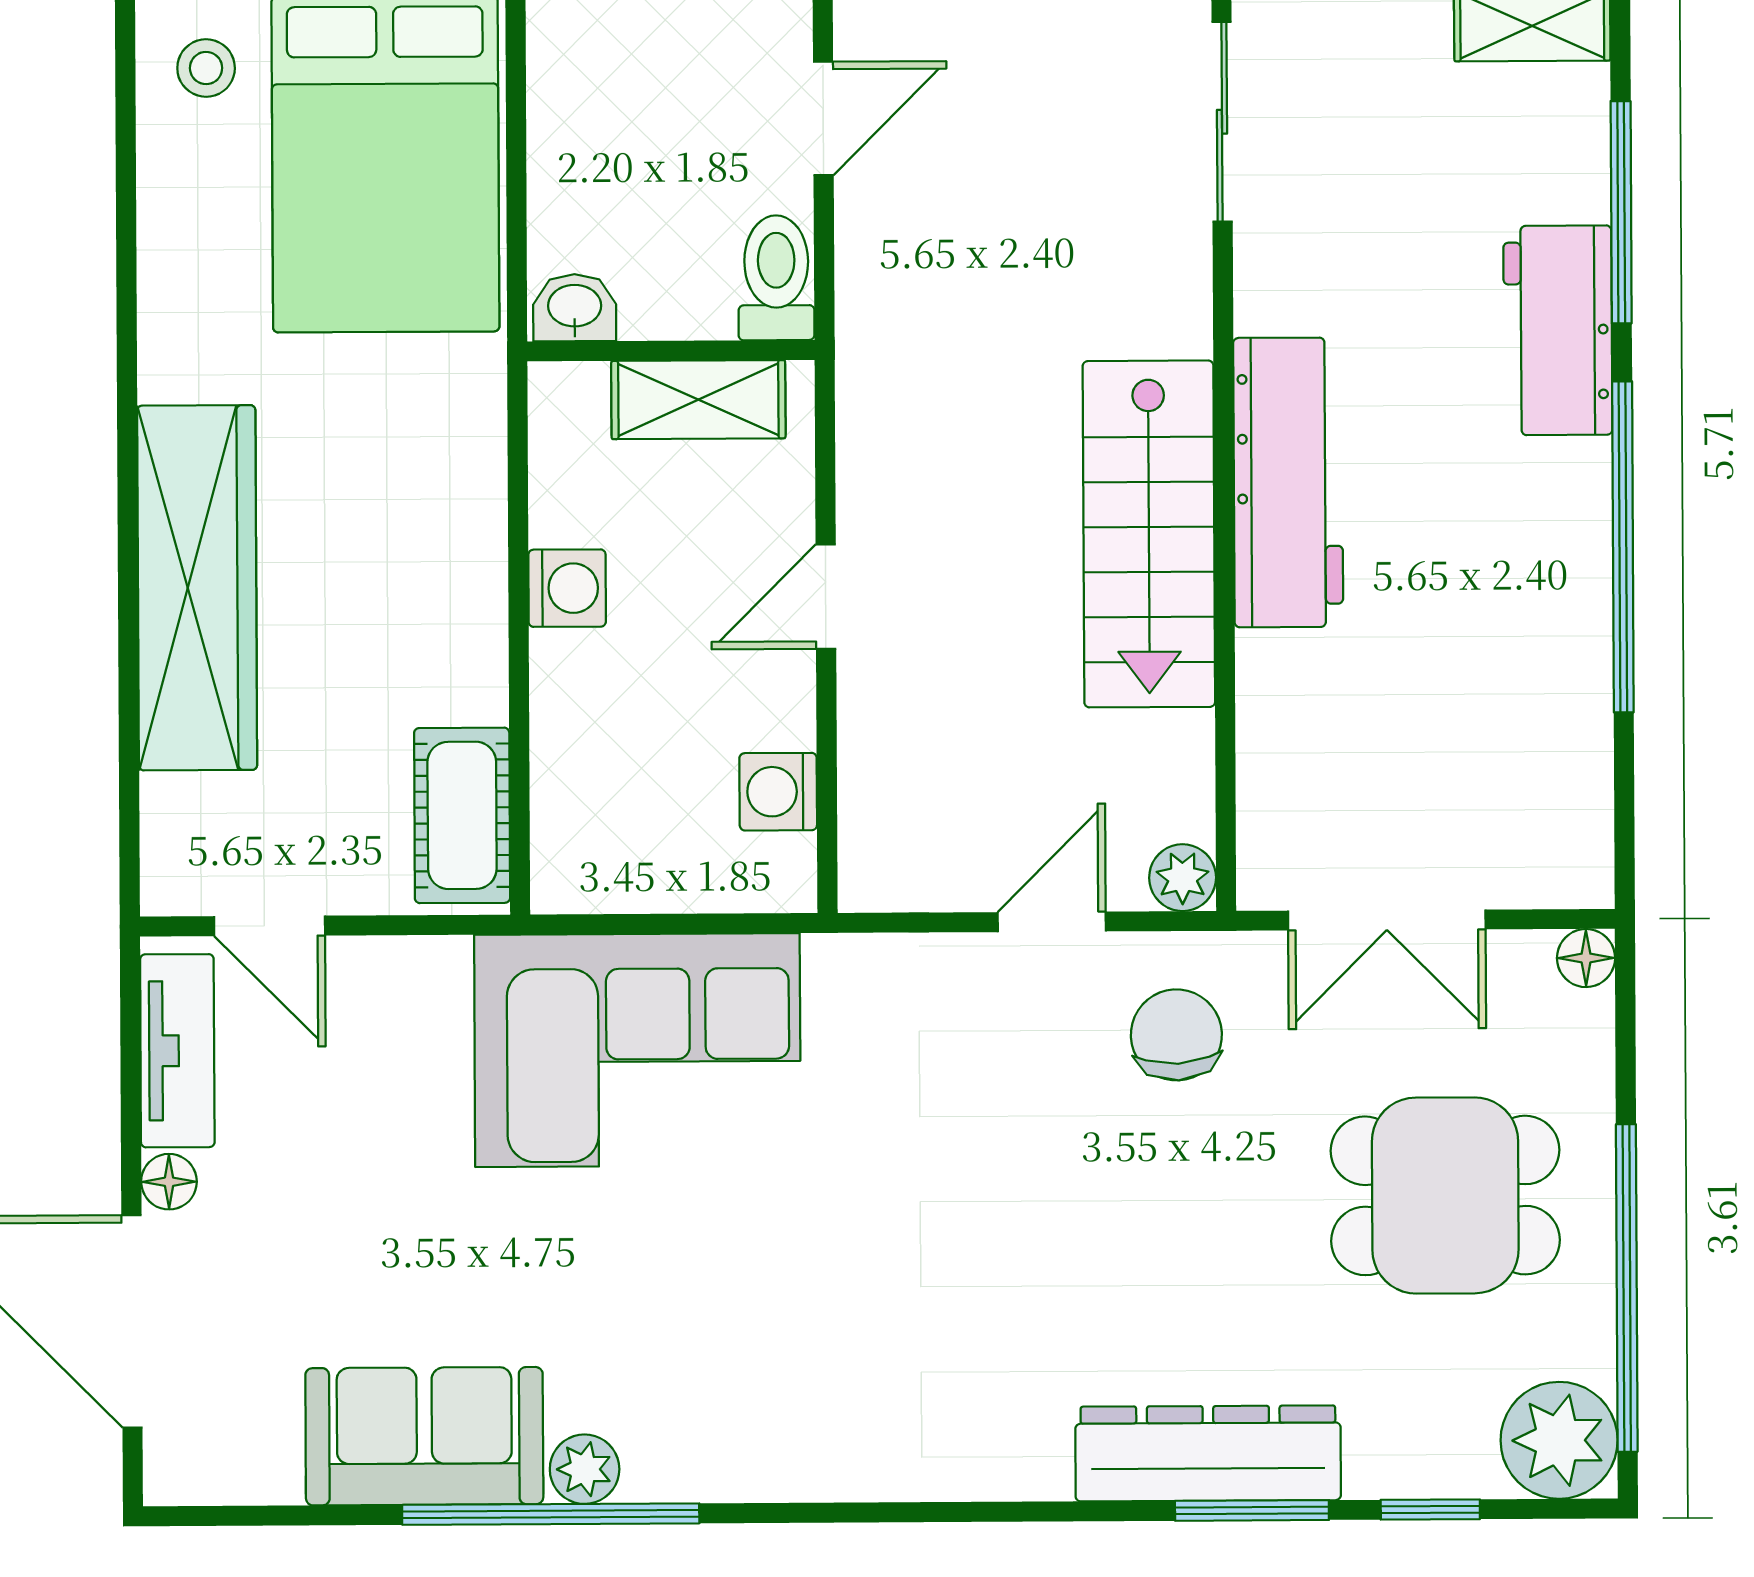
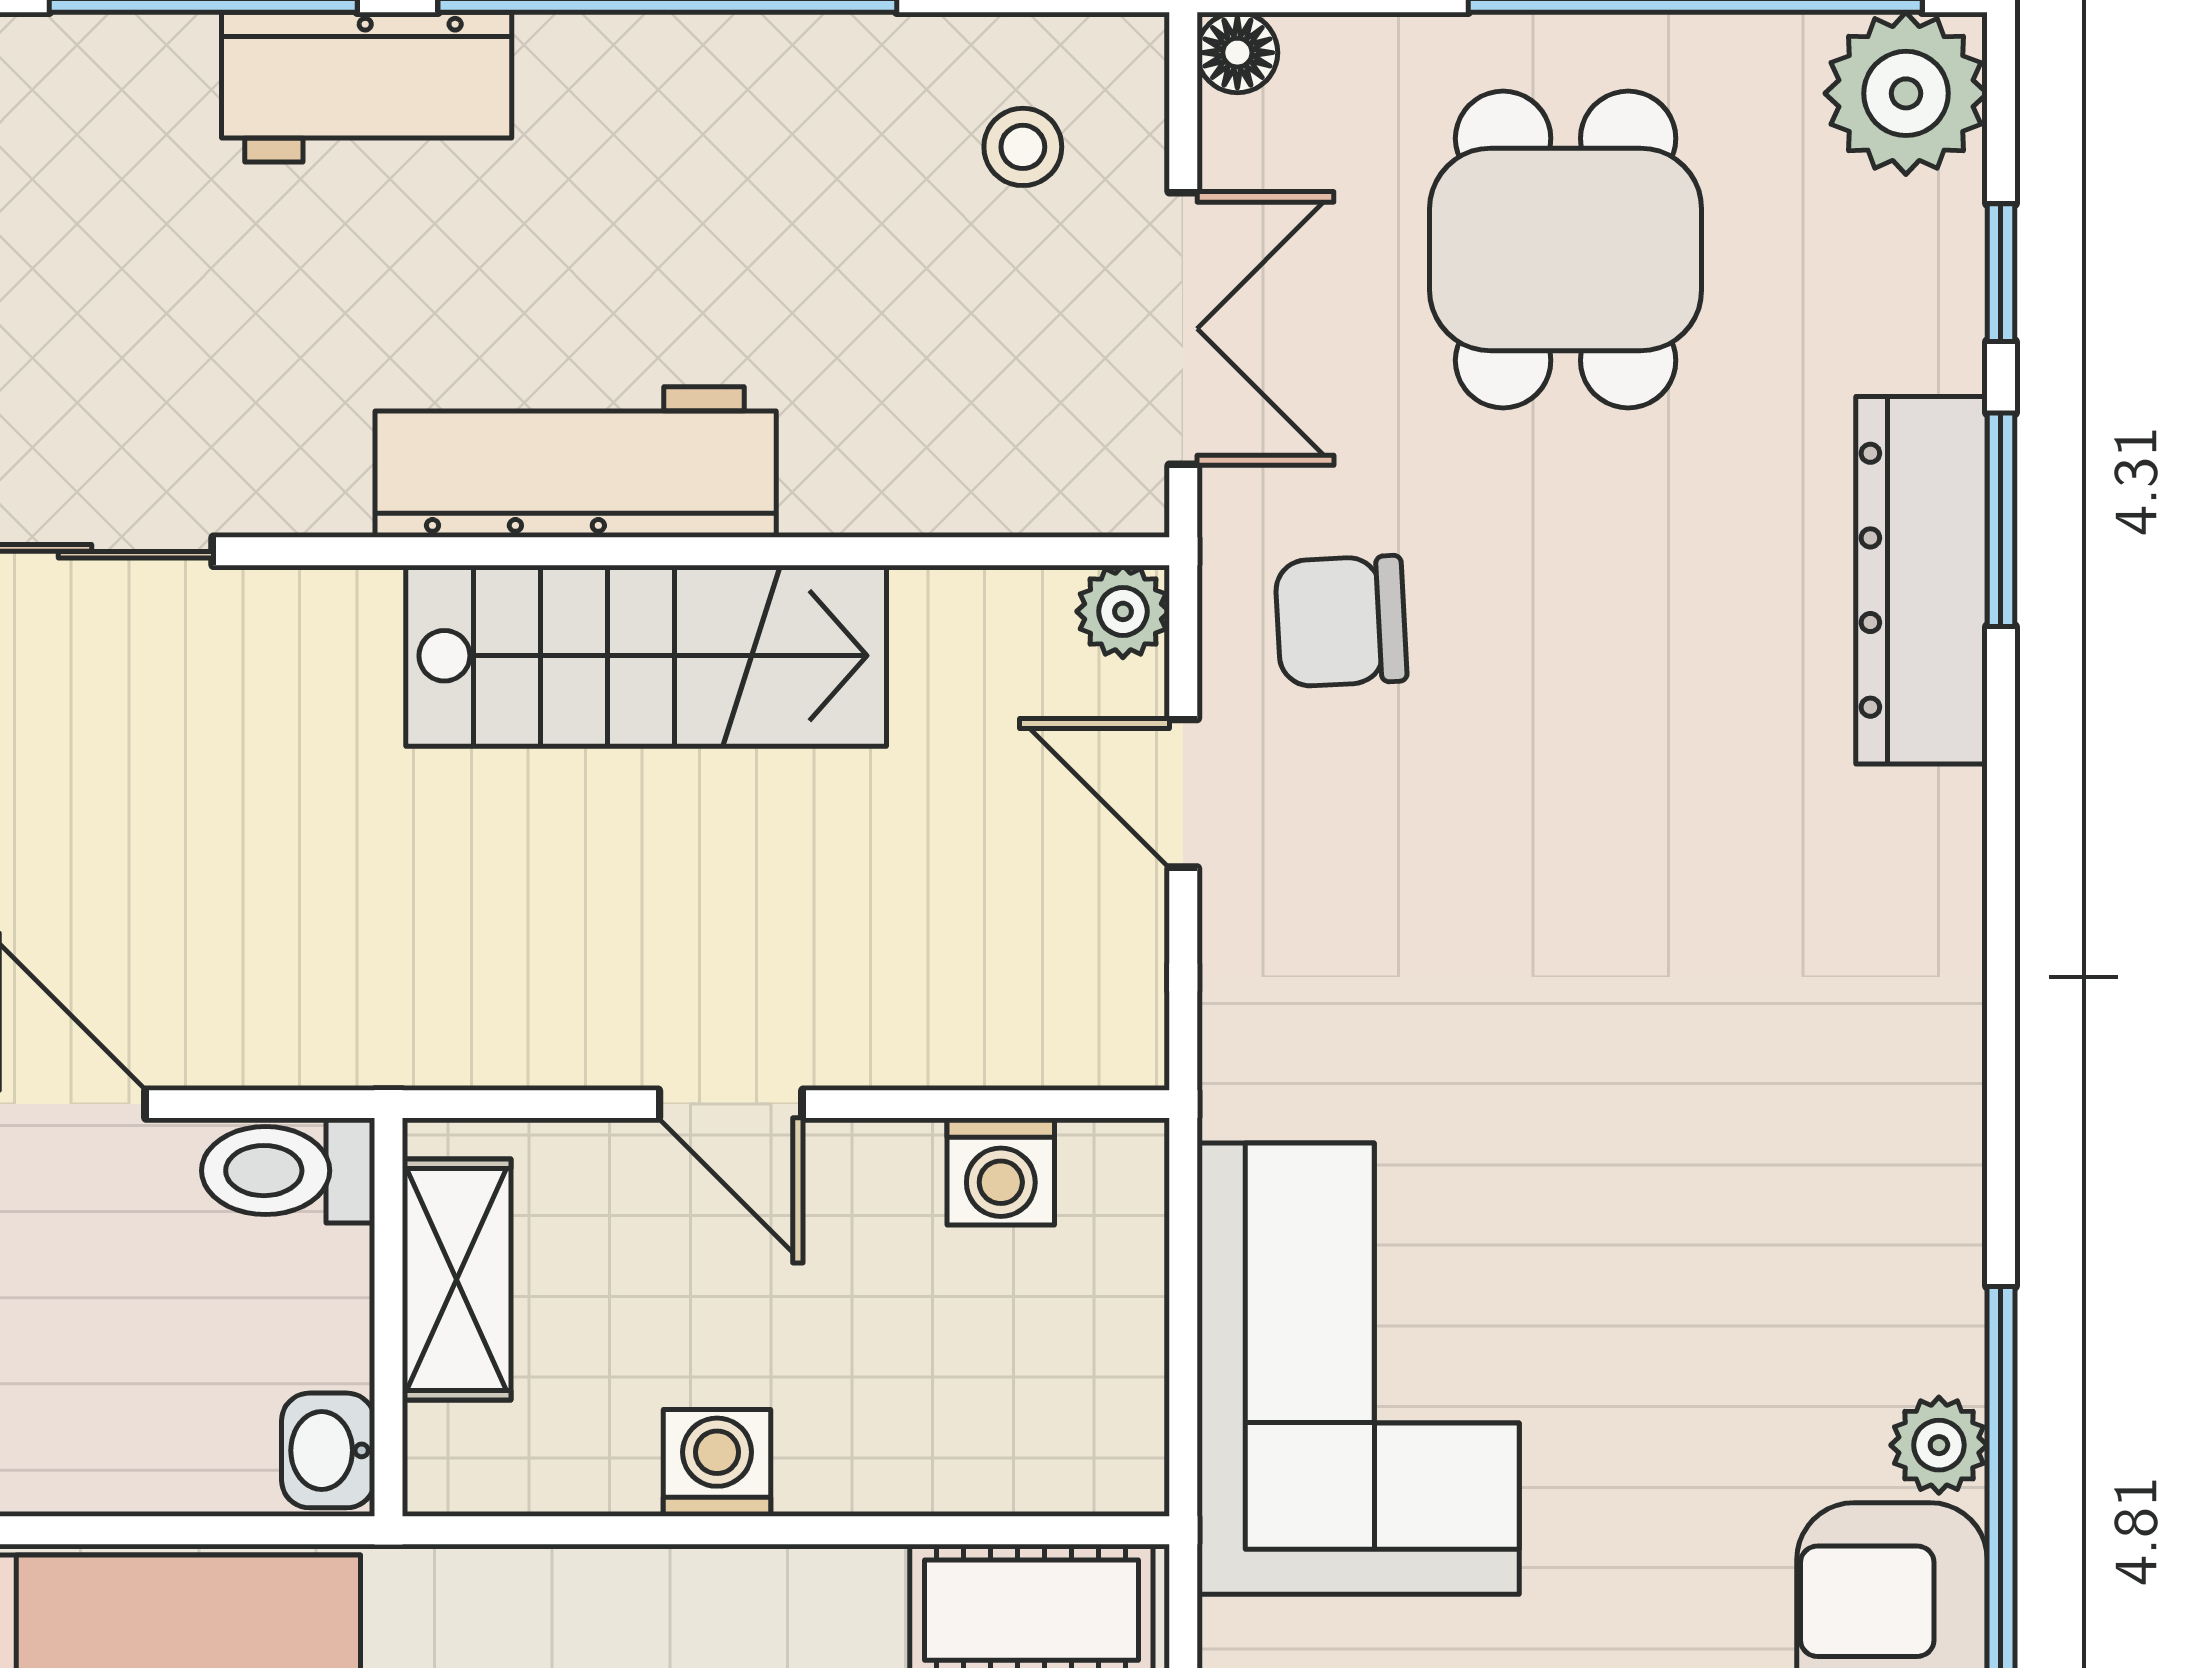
stool: (1517, 804) -> (1023, 147), added

